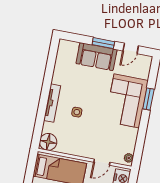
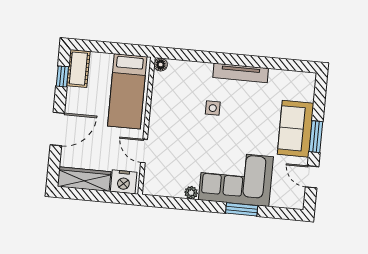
tv unit: (52, 103) -> (241, 73), moved
floor lamp: (48, 142) -> (161, 65), width x0.53, depth x0.53
plant: (129, 158) -> (191, 193), moved

